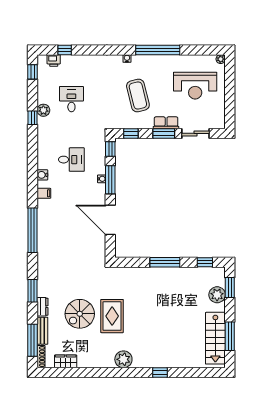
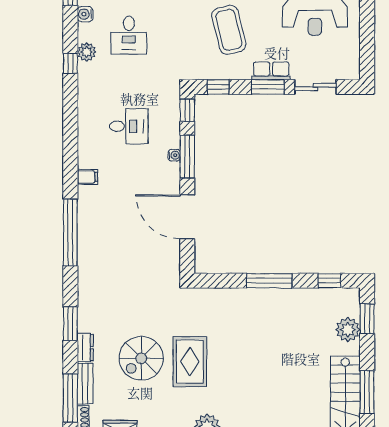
desk: (71, 99) -> (129, 35), turned 180
water cooler: (42, 175) -> (85, 14), moved

